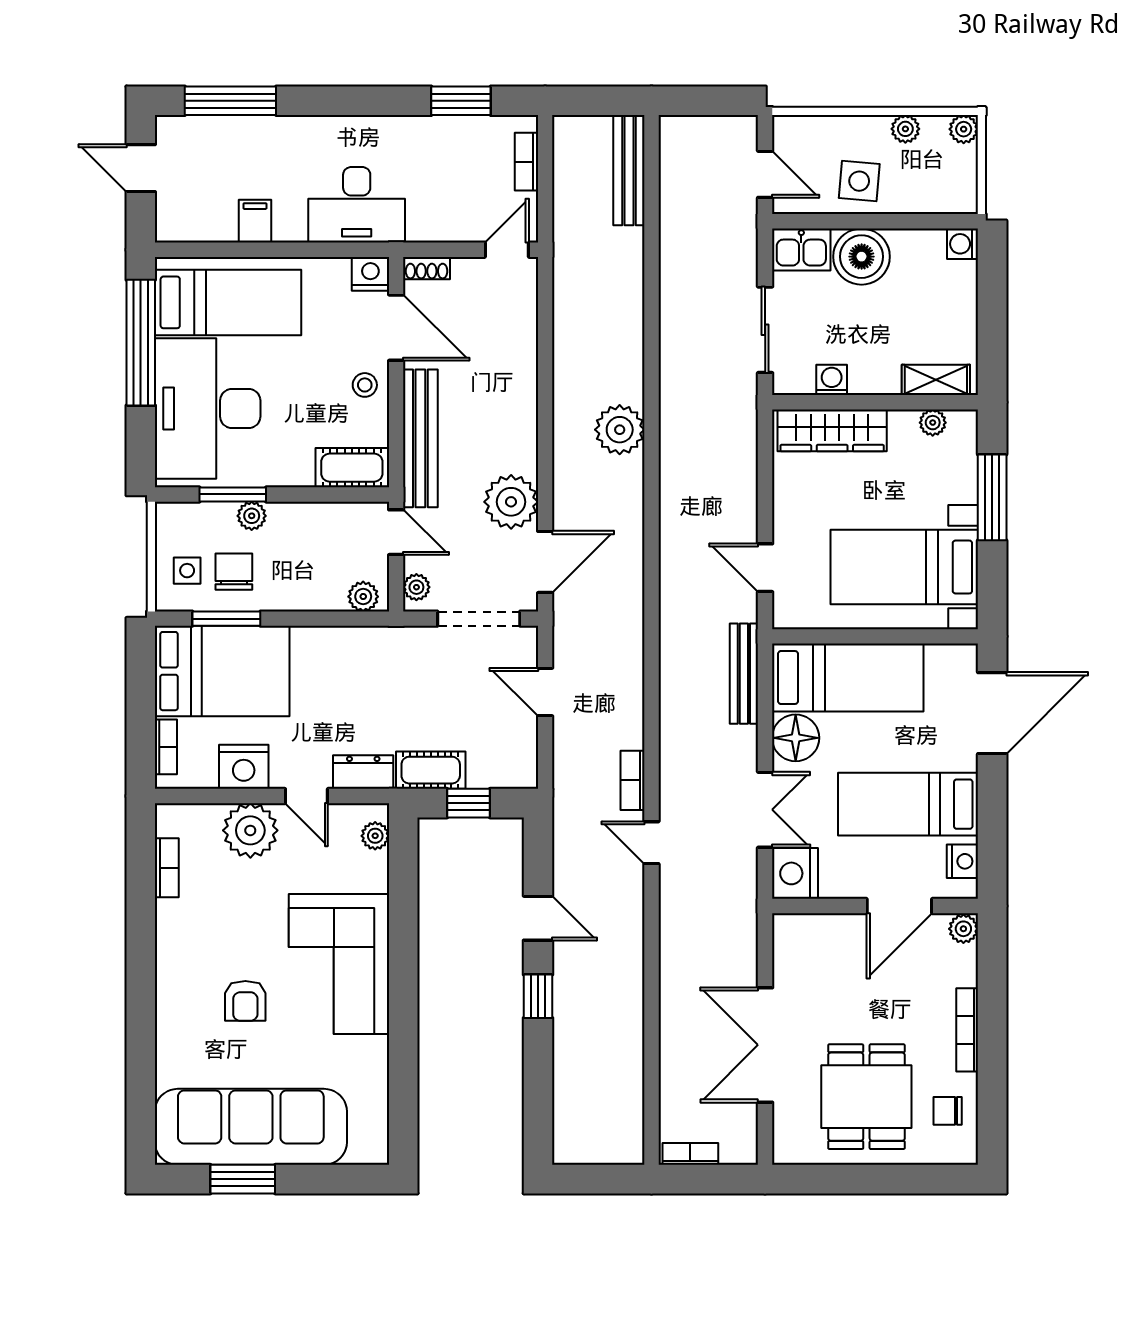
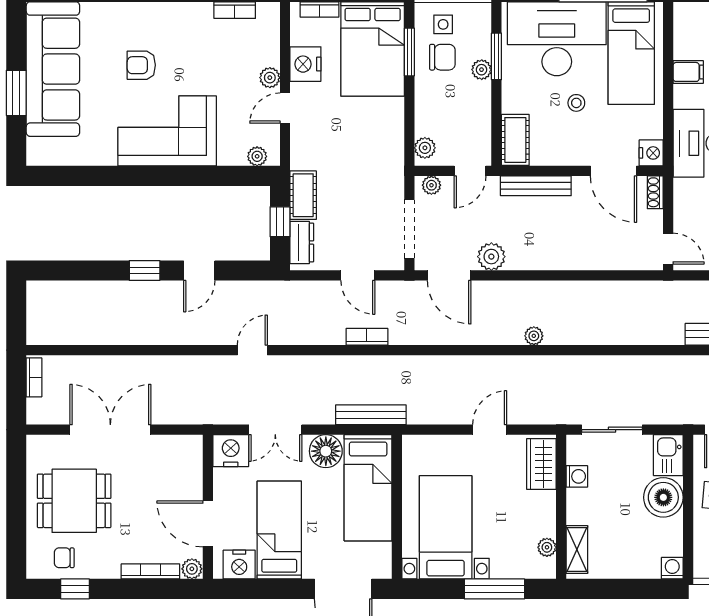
door: (396, 328) -> (613, 171), hinge flipped
stool: (365, 385) -> (576, 103), moved
plant: (620, 430) -> (534, 336), width x0.53, depth x0.53
wardrobe: (832, 430) -> (541, 464), width x0.67
bench: (420, 438) -> (536, 186), width x0.73, depth x0.82
plant: (511, 502) -> (491, 257), width x0.73, depth x0.73
door: (765, 568) -> (490, 430), moved
door: (545, 692) -> (358, 275), swing flipped
dresser: (363, 772) -> (302, 243), moved
bookcase: (633, 780) -> (367, 337), moved
plant: (250, 830) -> (270, 78), width x0.53, depth x0.53
nightstand: (962, 861) -> (239, 565), width x1.36, depth x1.33
bookcase: (967, 1030) -> (150, 571), moved
window: (992, 1095) -> (75, 589), added
chair: (948, 1111) -> (64, 558), turned -90
window: (243, 1179) -> (16, 93), moved

